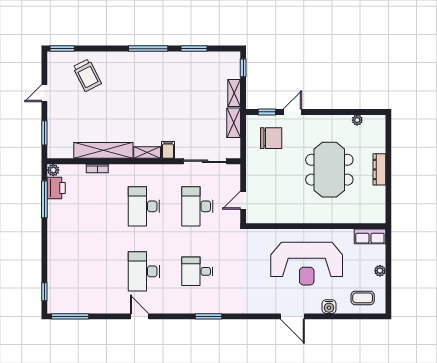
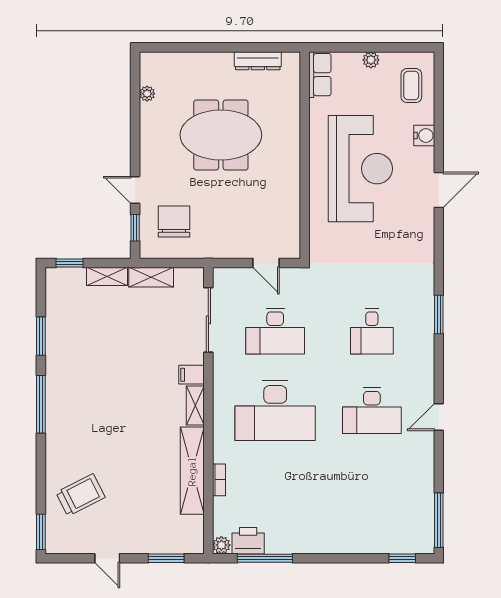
dresser: (379, 169) -> (258, 61), moved
desk: (144, 206) -> (275, 411), width x1.36, depth x1.30

